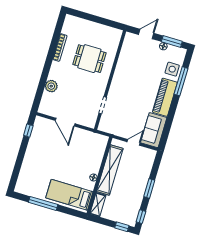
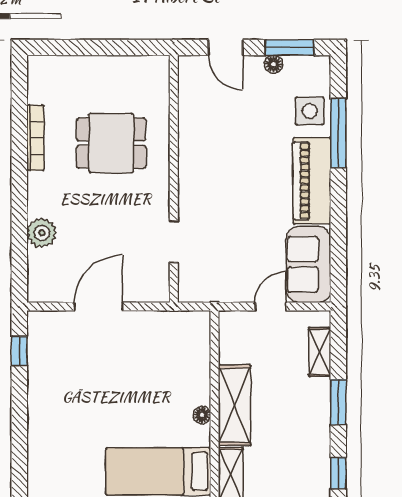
door: (146, 34) -> (226, 47), swing flipped
door: (65, 122) -> (99, 306), swing flipped
shelving: (148, 166) -> (320, 352), added
shelving: (110, 170) -> (234, 405), width x0.68

